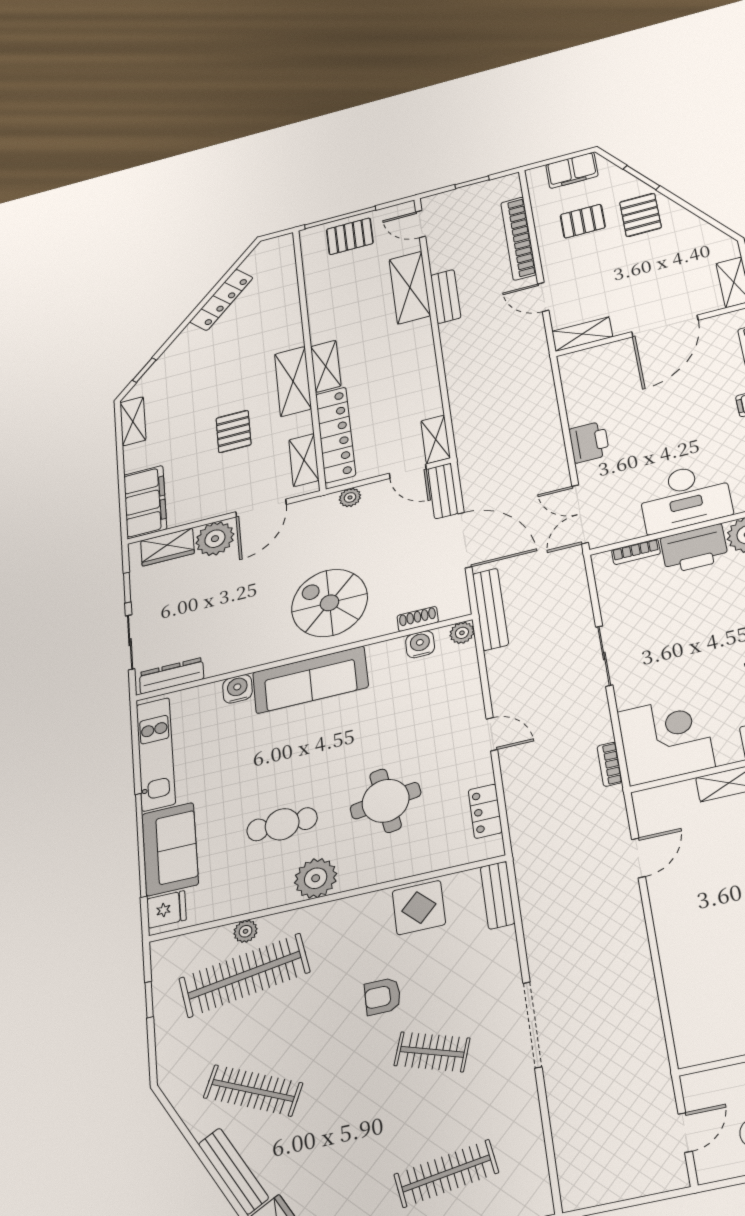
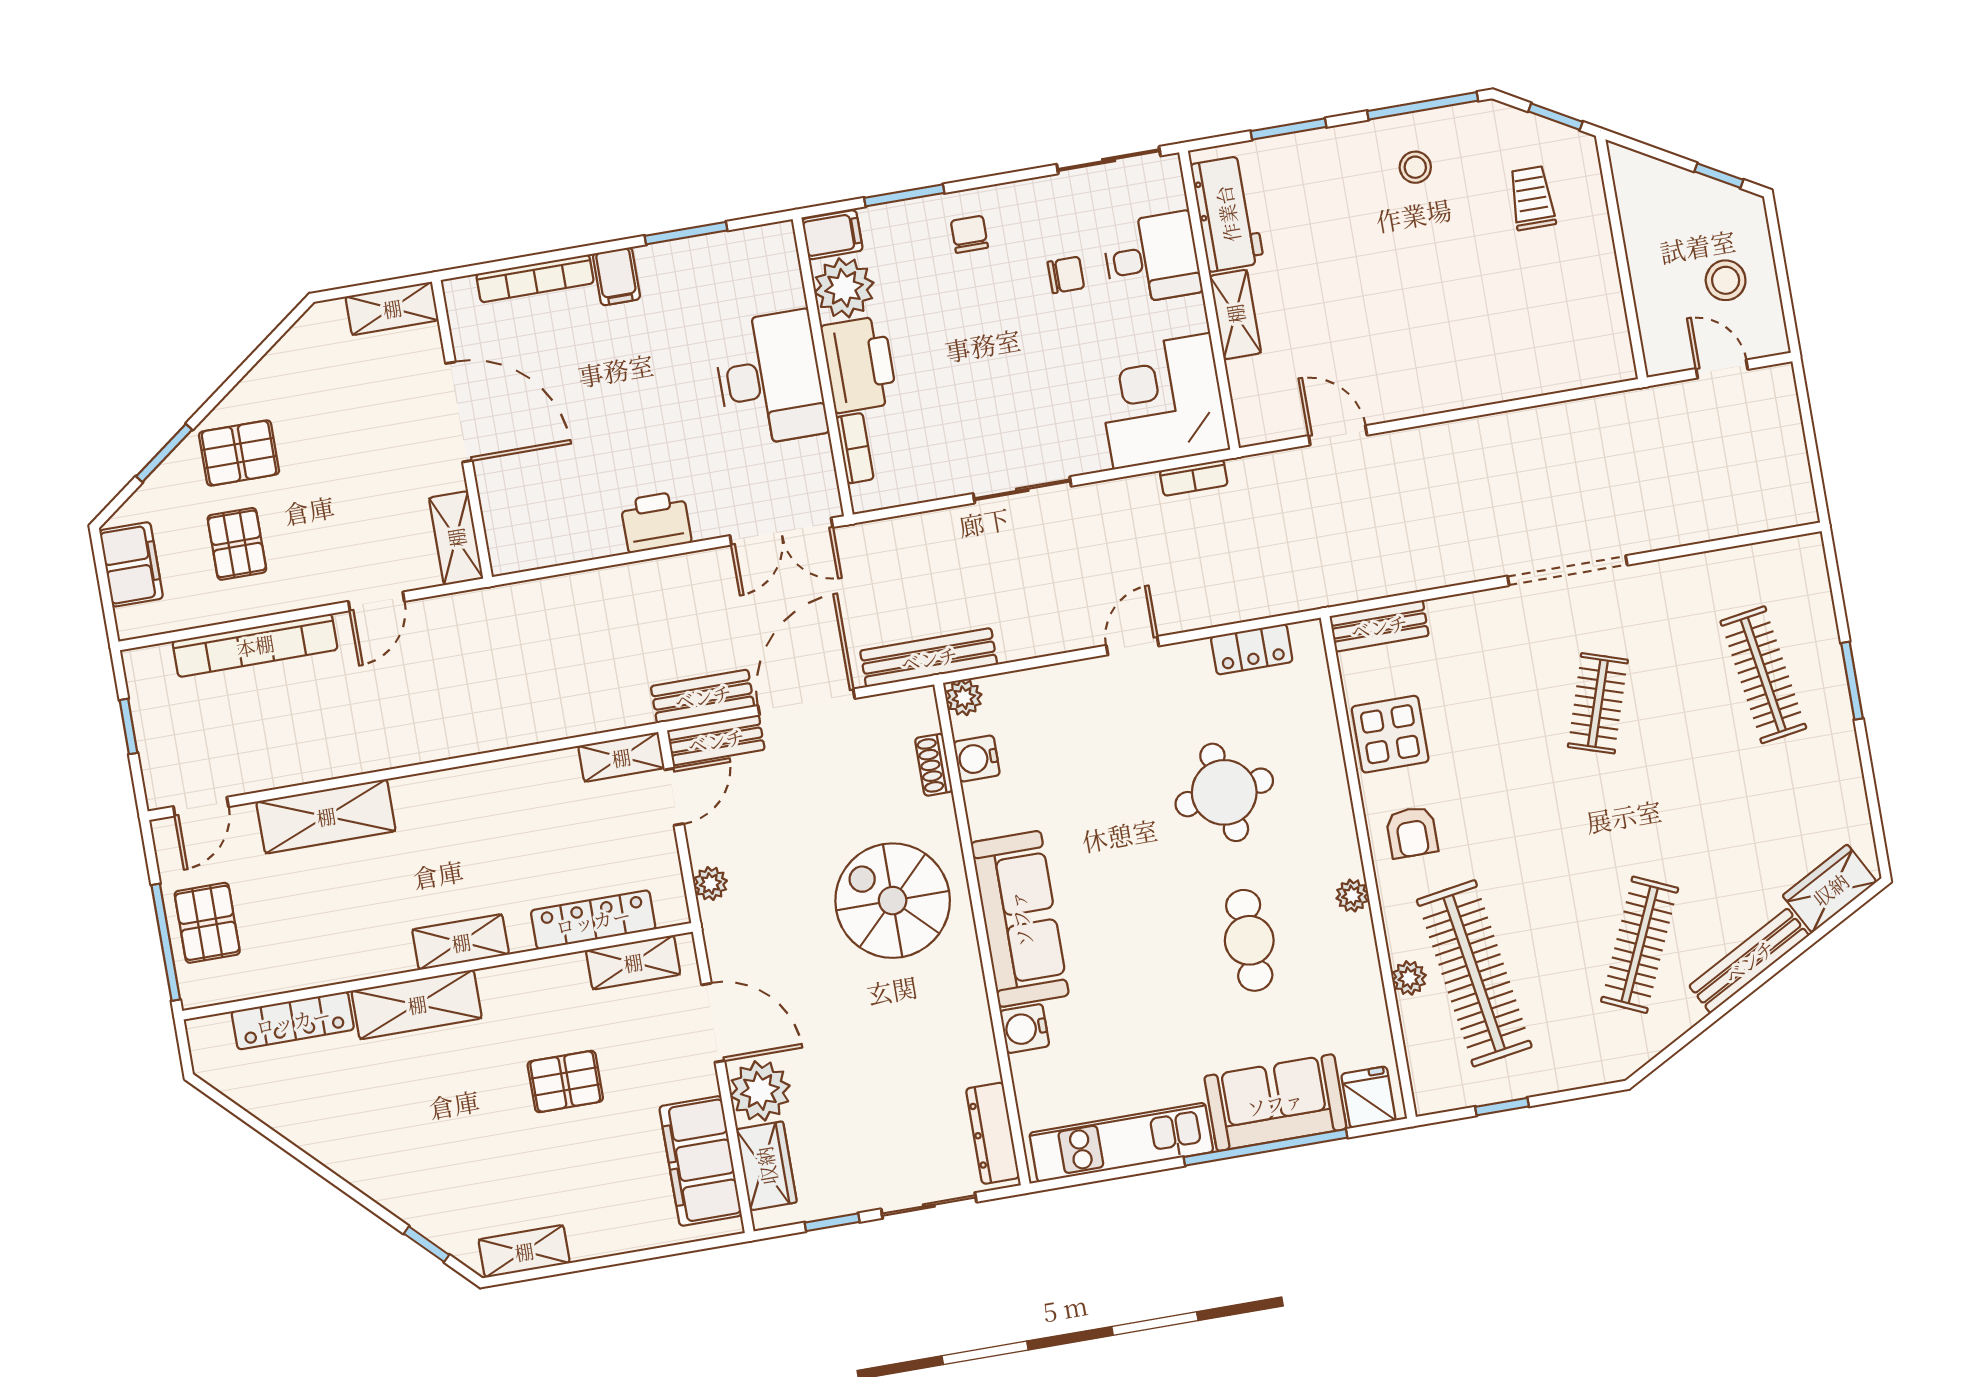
bench: (446, 296) -> (703, 696), moved
locker: (221, 300) -> (293, 1020), moved, turned 135
shelving: (293, 381) -> (417, 1004), moved
locker: (335, 435) -> (593, 920), width x0.71, depth x0.83
filing cabinet: (145, 502) -> (701, 1161), moved, turned -90
spiral stairs: (329, 603) -> (893, 901), turned 90
plant: (316, 878) -> (1352, 896), width x0.53, depth x0.53
armchair: (382, 996) -> (1412, 832), moved

